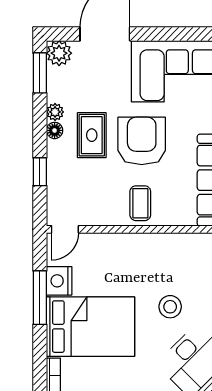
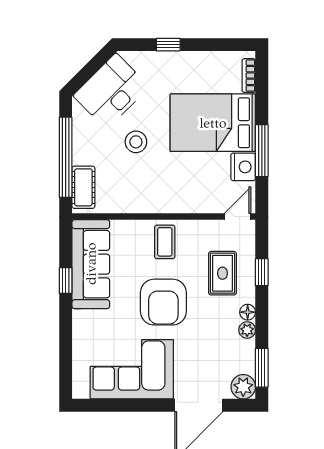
rug: (92, 135) -> (223, 273), moved

